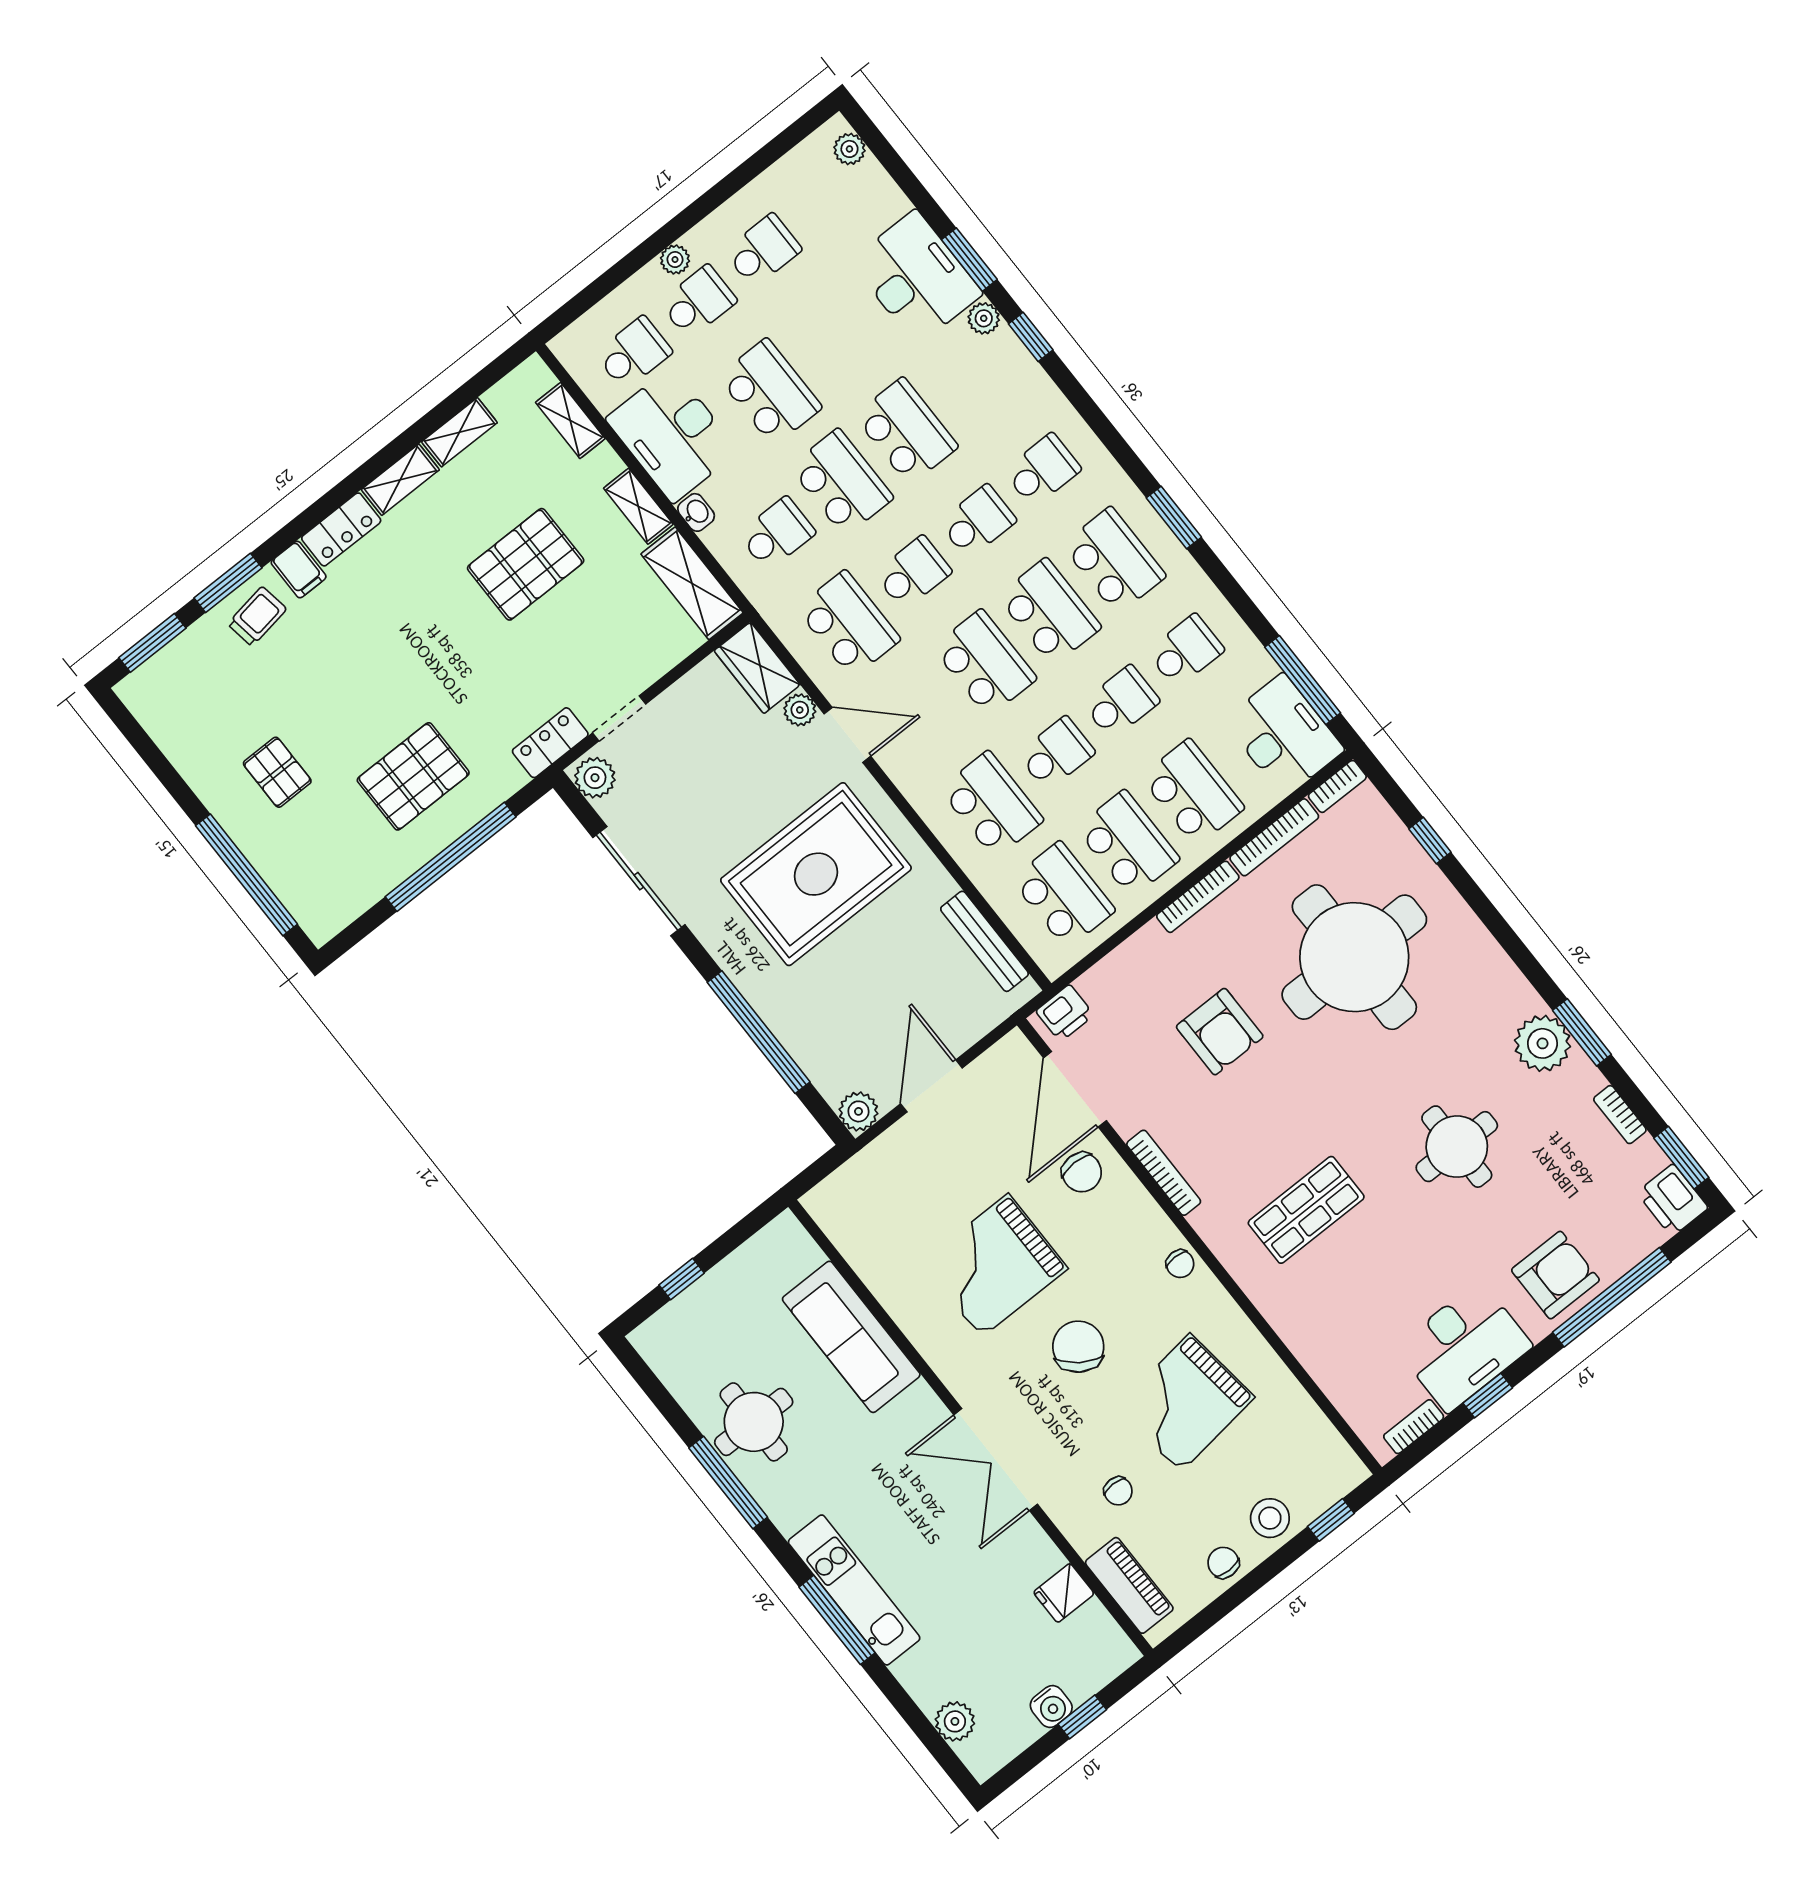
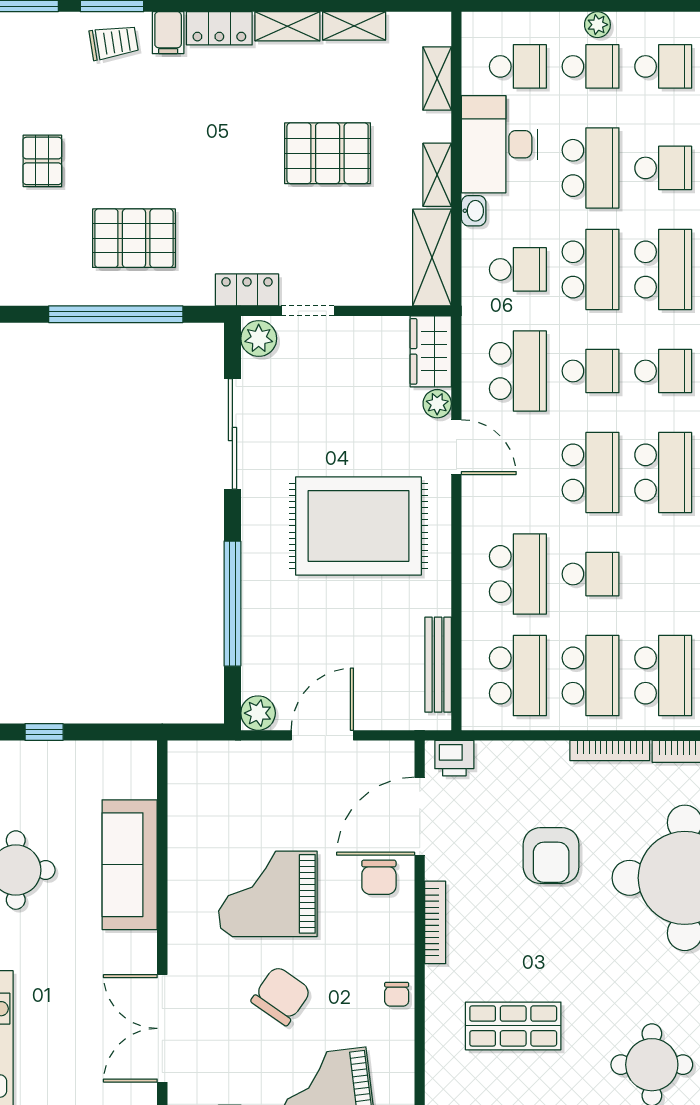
school desk: (1121, 702) -> (663, 168), moved

